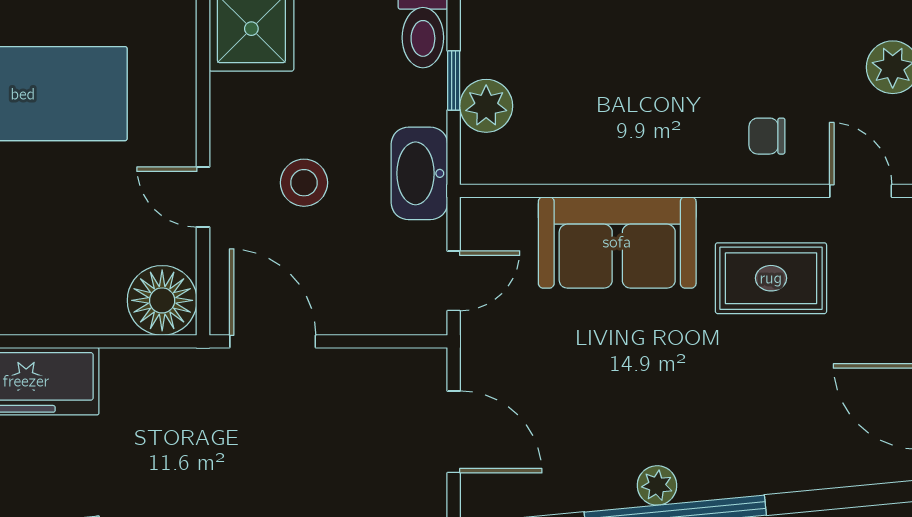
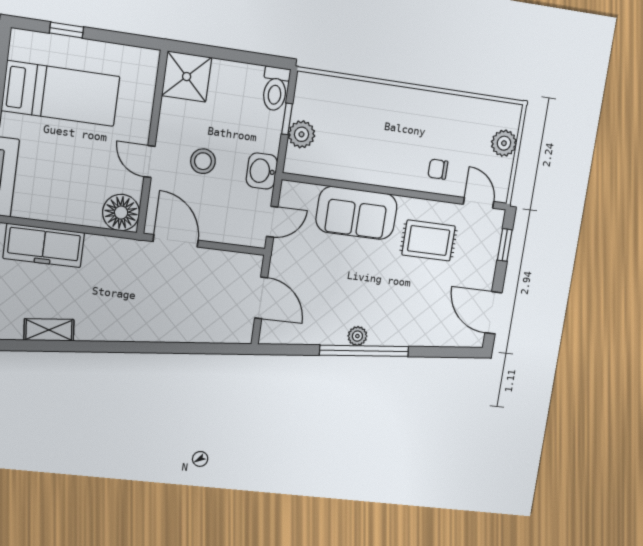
washbasin: (419, 173) -> (262, 171), width x0.72

